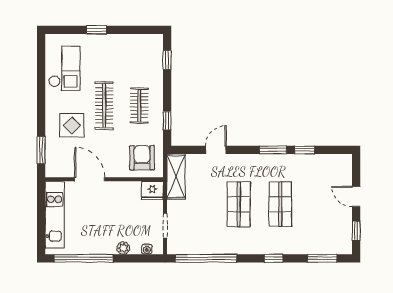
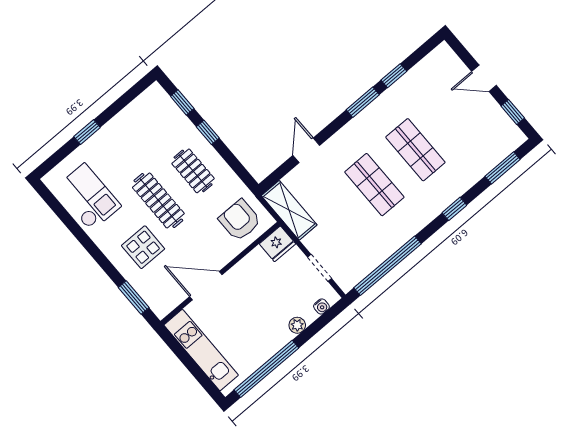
window: (167, 121) -> (208, 132), moved

